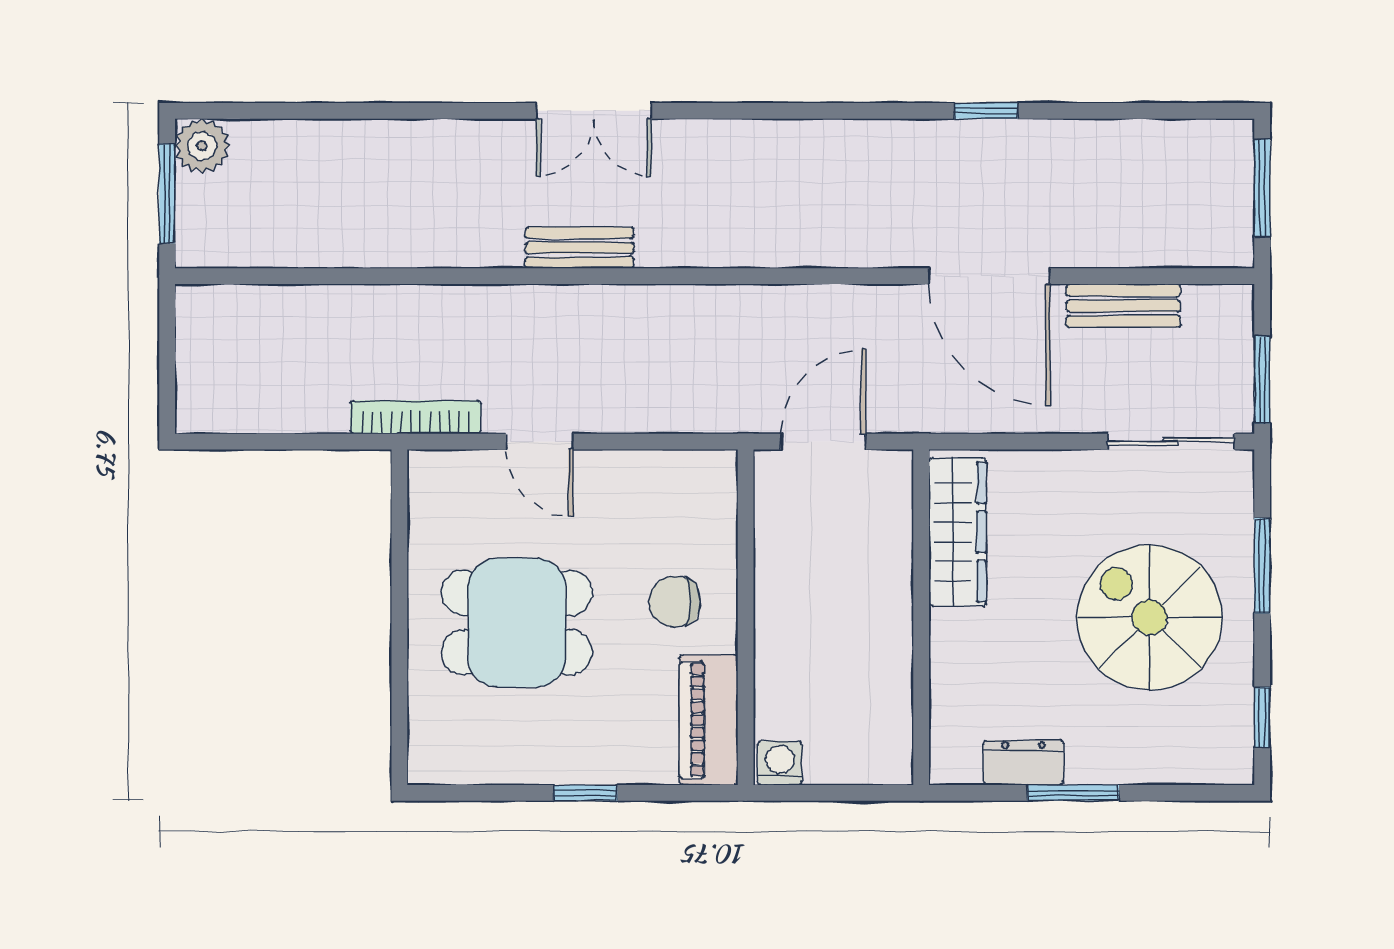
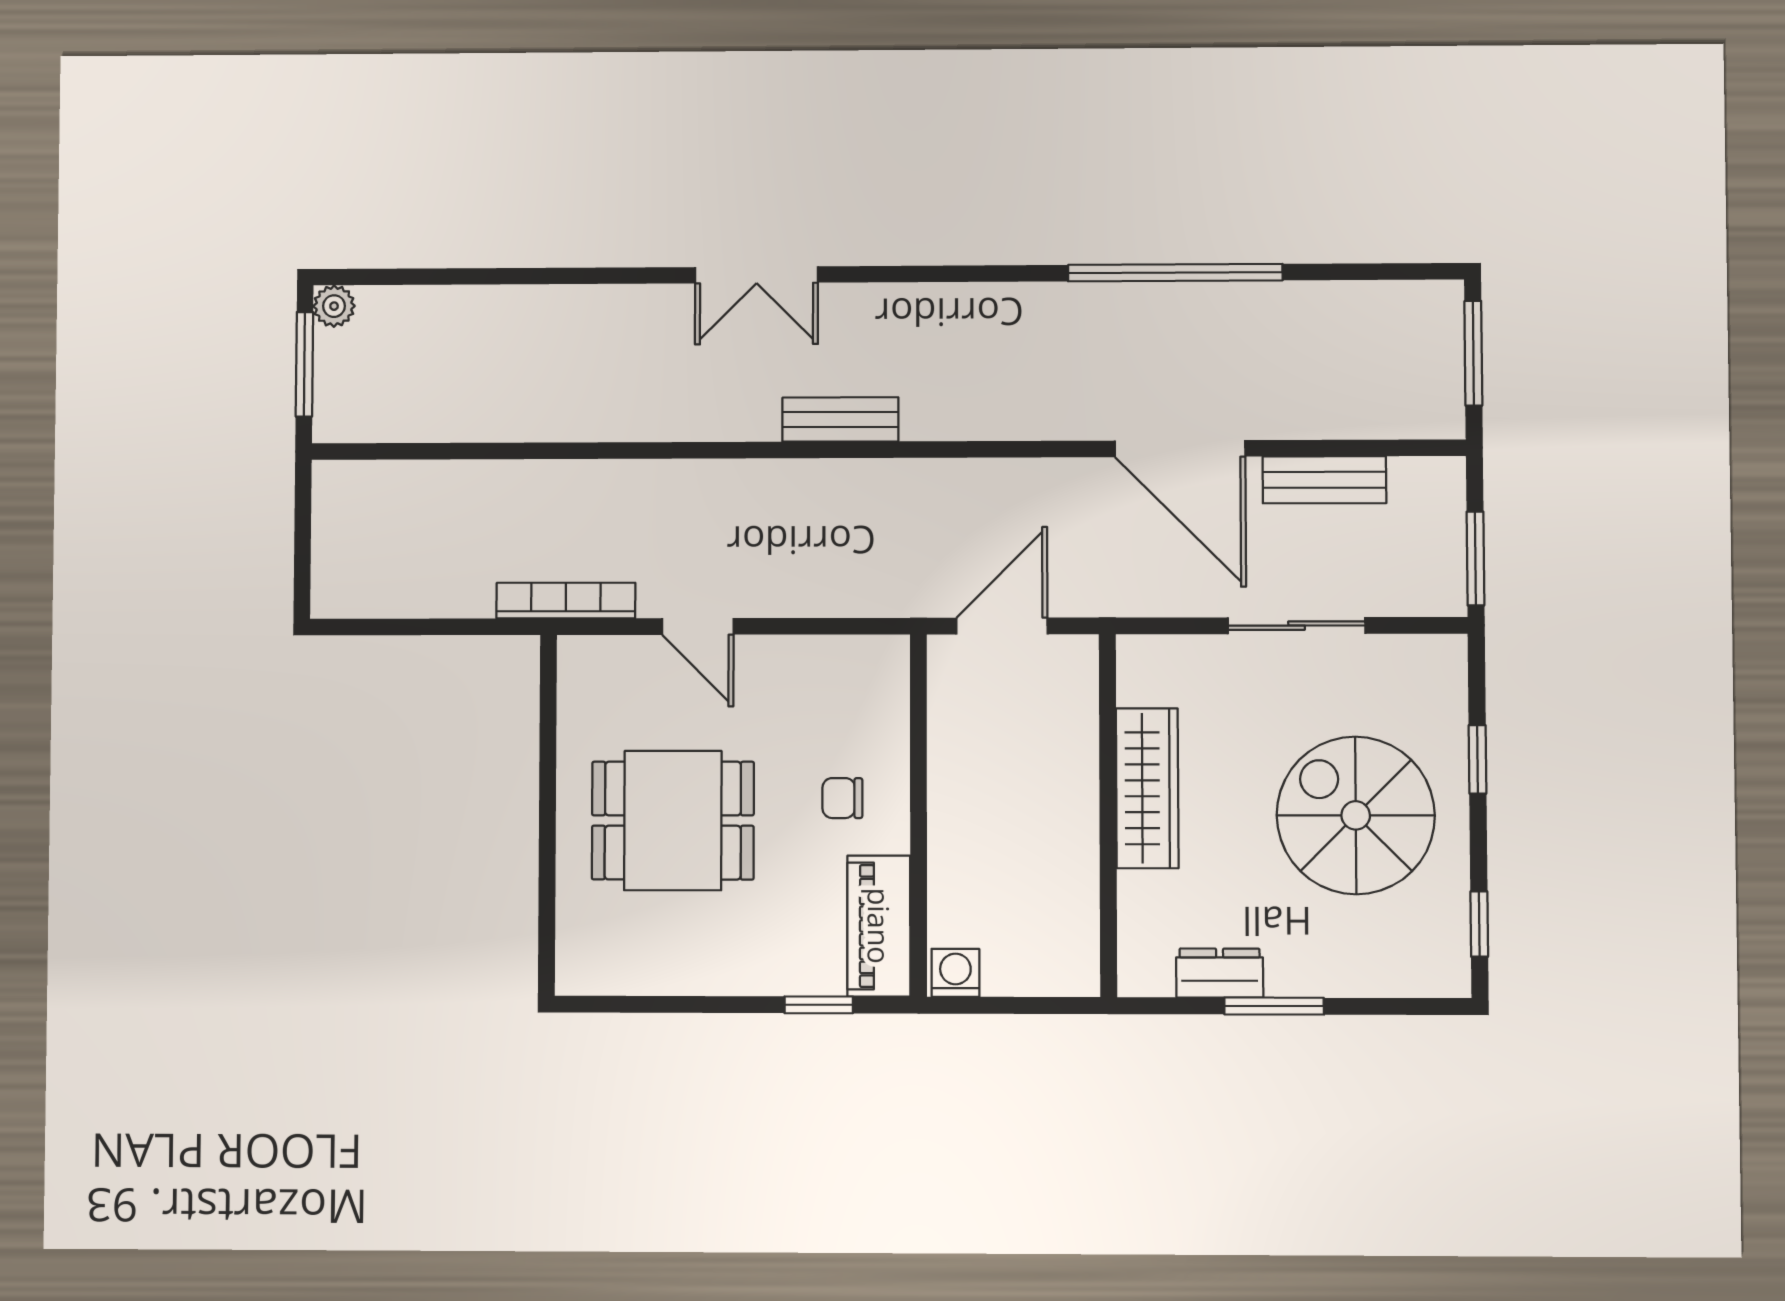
window: (986, 111) -> (1175, 273), width x3.17
plant: (202, 146) -> (334, 306), width x0.73, depth x0.73
bench: (580, 248) -> (840, 419), moved
sliding door: (1171, 442) -> (1297, 626), moved
wardrobe: (958, 532) -> (1147, 788), moved
window: (1262, 566) -> (1478, 759), width x0.67
chair: (675, 601) -> (842, 798), width x0.73, depth x0.73
window: (585, 793) -> (819, 1005), moved

